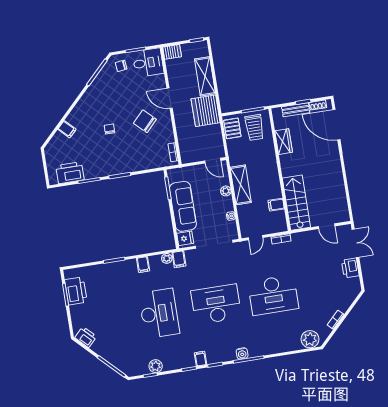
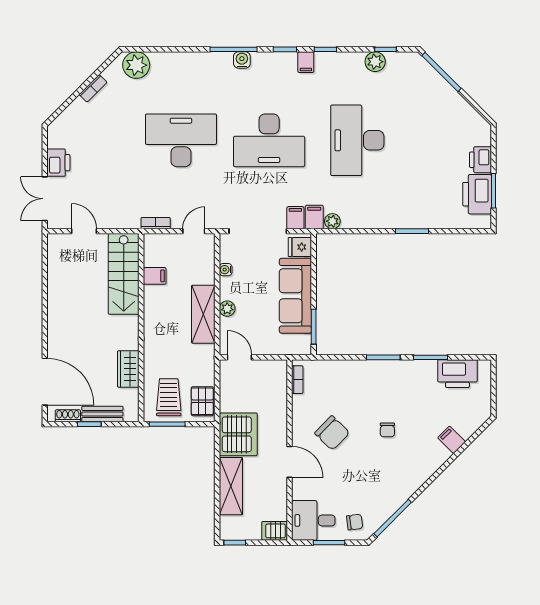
filing cabinet: (143, 265) -> (295, 218), moved
printer: (86, 337) -> (480, 160), moved, turned 45

